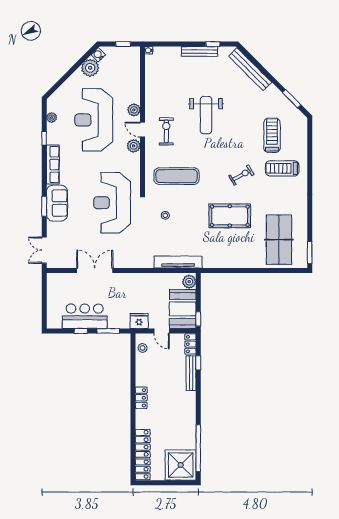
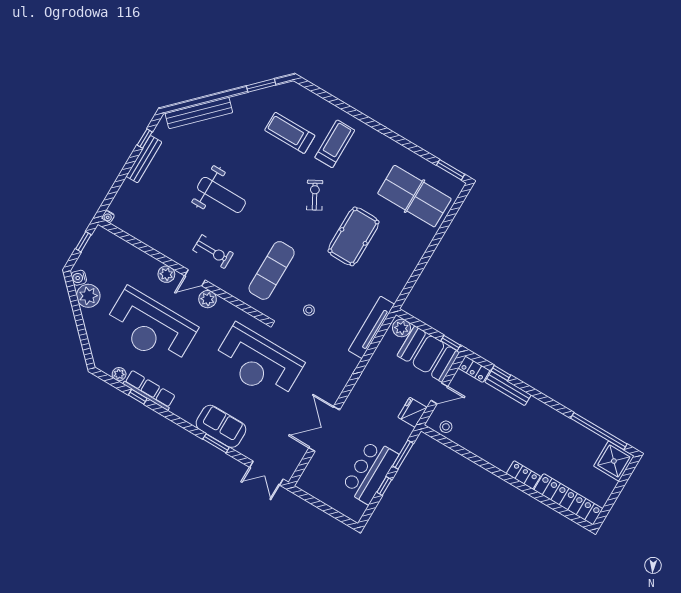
exercise bike: (166, 131) -> (213, 252), turned 180
row of seats: (53, 165) -> (149, 390), moved
treadmill: (282, 168) -> (335, 144), turned 180
locker: (141, 398) -> (523, 475), moved
shower: (181, 465) -> (614, 461), width x0.73, depth x0.73

